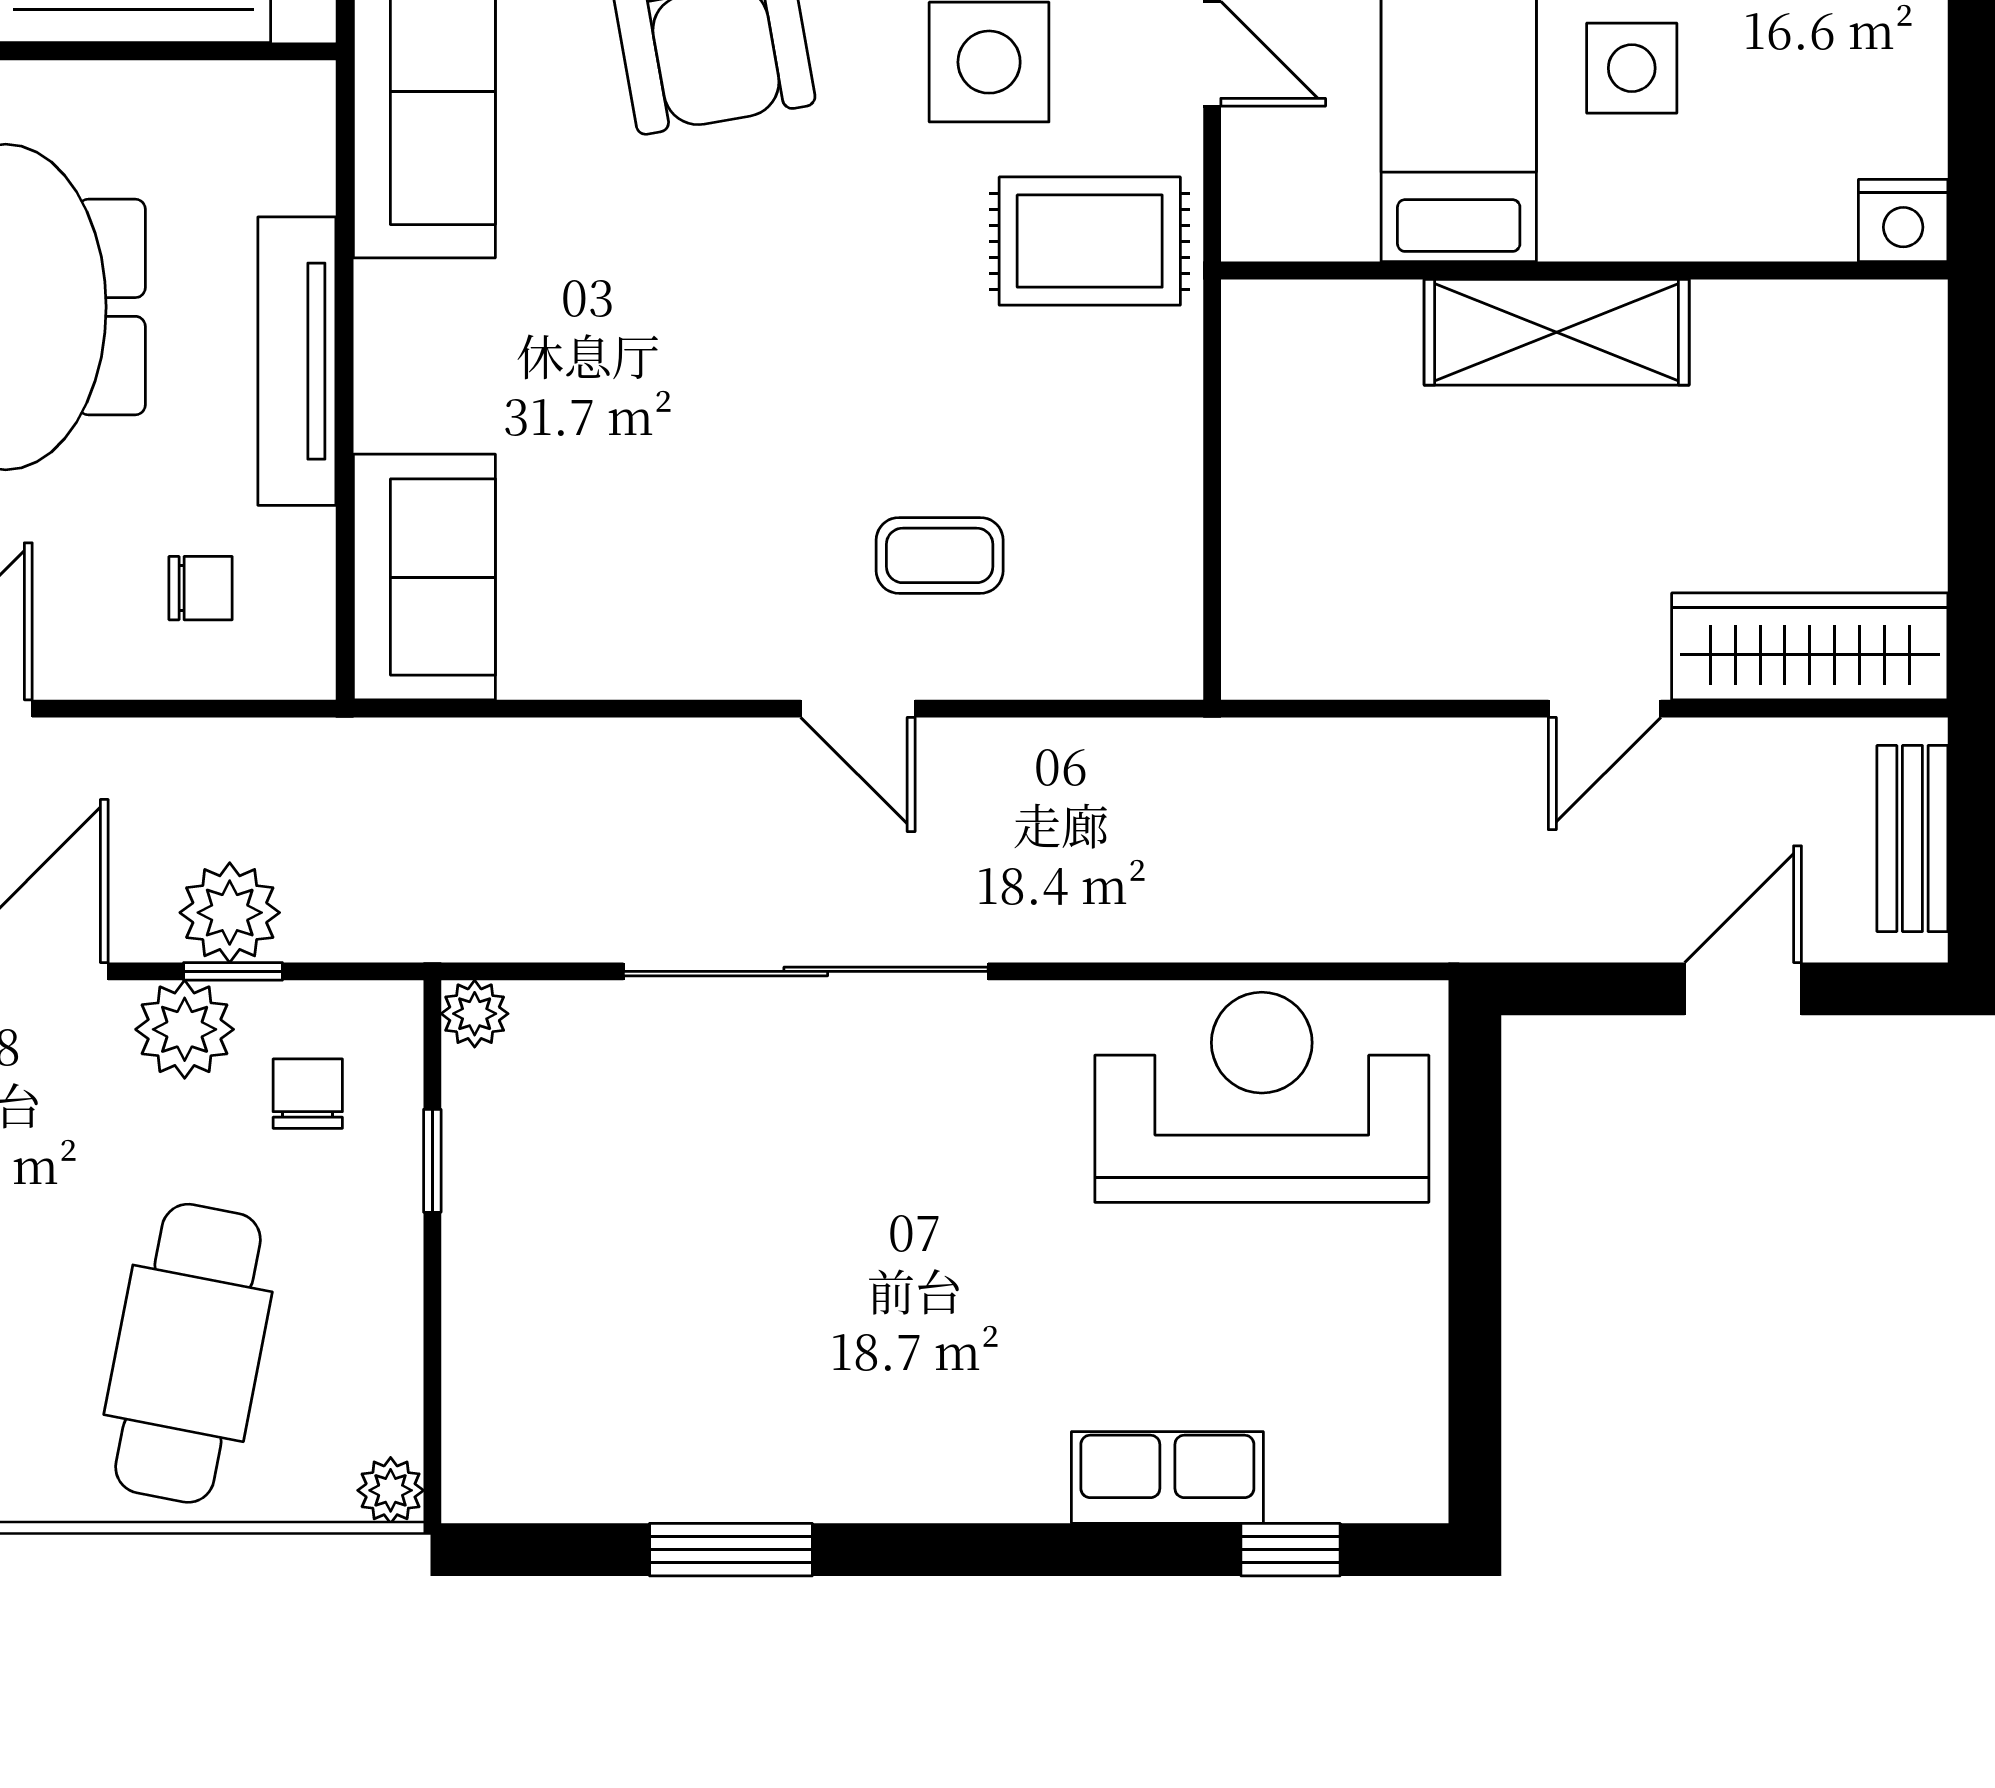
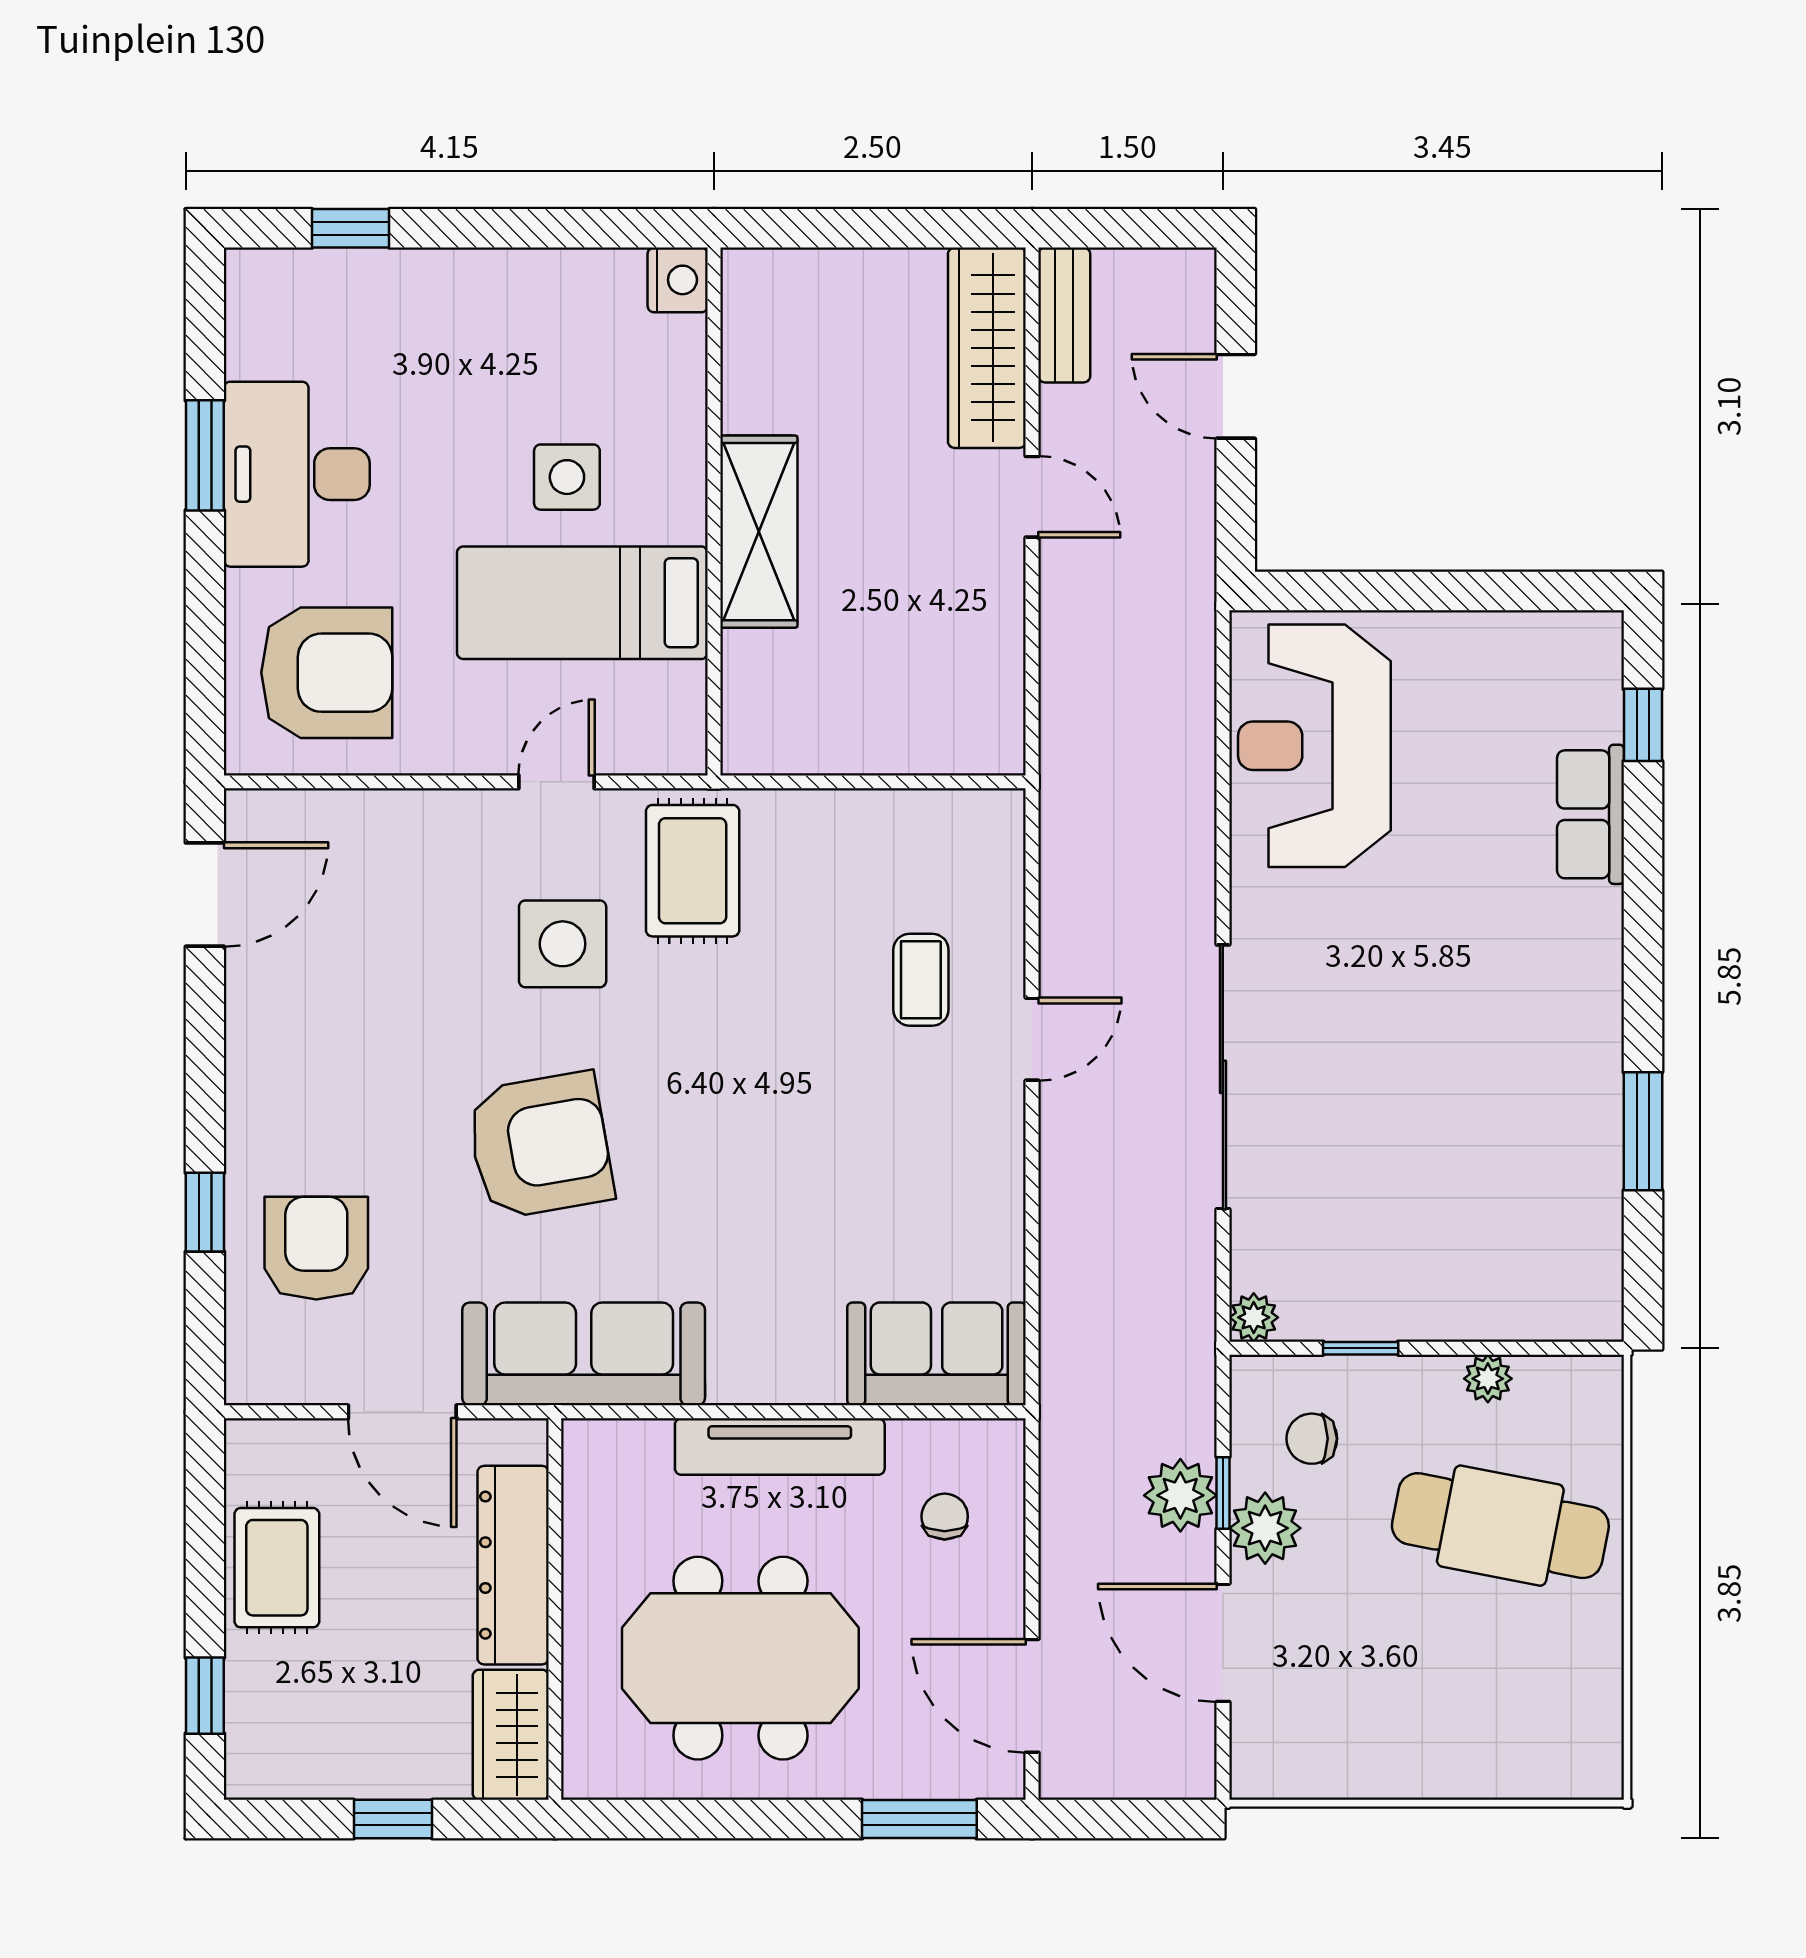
bench: (1912, 838) -> (1064, 315), moved, turned 90
plant: (391, 1490) -> (1488, 1379), moved

